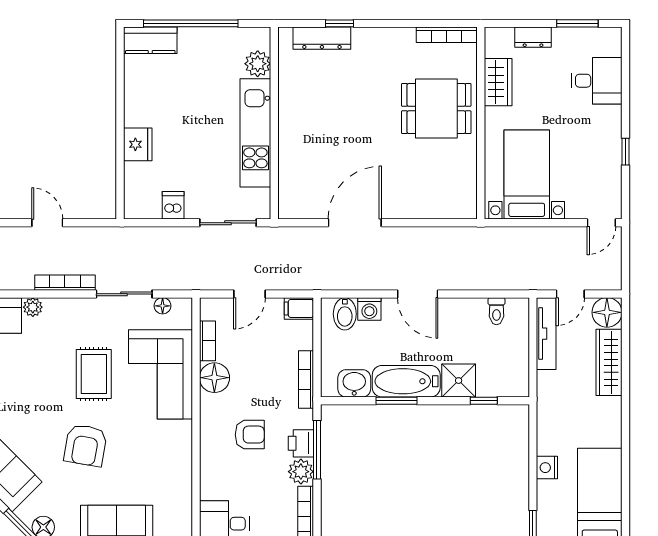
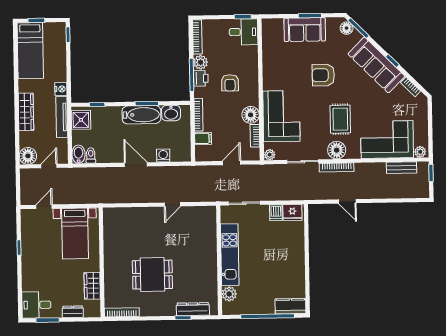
desk: (597, 81) -> (36, 305), moved
dining table: (436, 109) -> (152, 275), moved
fridge: (138, 144) -> (292, 212), moved, turned -90
door: (355, 223) -> (172, 204), width x0.53
door: (601, 223) -> (44, 207), moved
floor lamp: (163, 306) -> (337, 150), moved, width x1.89, depth x1.89
plant: (33, 307) -> (270, 155), moved
filing cabinet: (299, 308) -> (203, 138), moved
bidet: (345, 314) -> (78, 154), moved
tv unit: (546, 334) -> (62, 117), moved
wardrobe: (609, 362) -> (26, 112), moved
rug: (94, 374) -> (340, 119), moved
shower: (459, 381) -> (81, 120), moved
armchair: (250, 435) -> (230, 83), turned -90
armchair: (86, 445) -> (323, 75), turned -100
nightstand: (547, 468) -> (61, 89), moved

